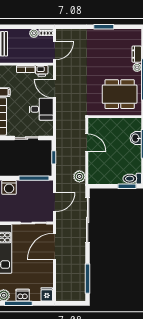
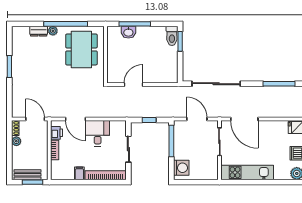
door: (55, 89) -> (75, 119), hinge flipped
plant: (79, 176) -> (170, 92), removed

